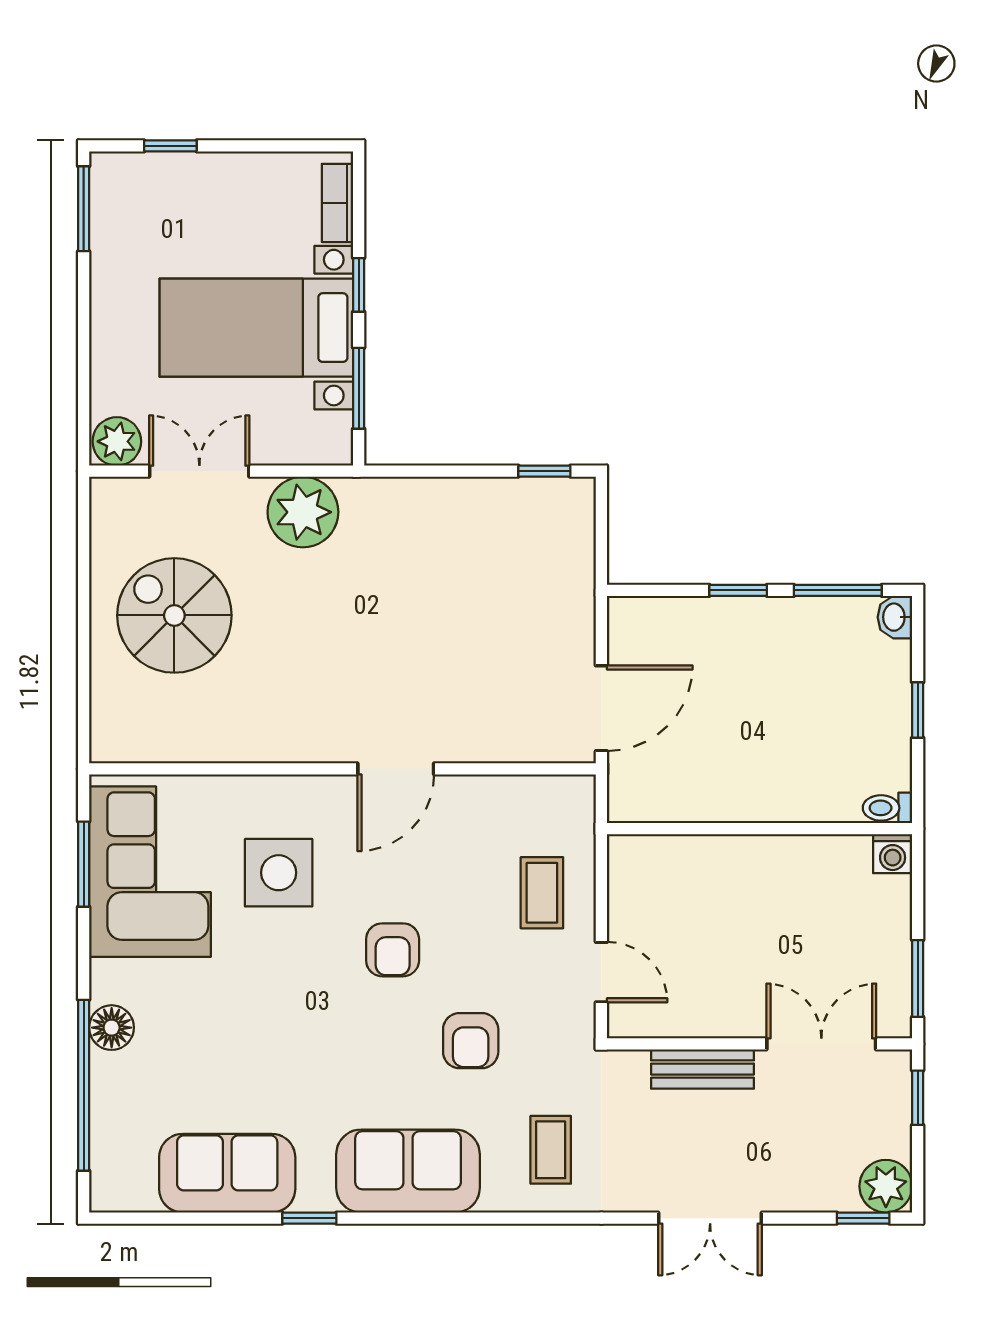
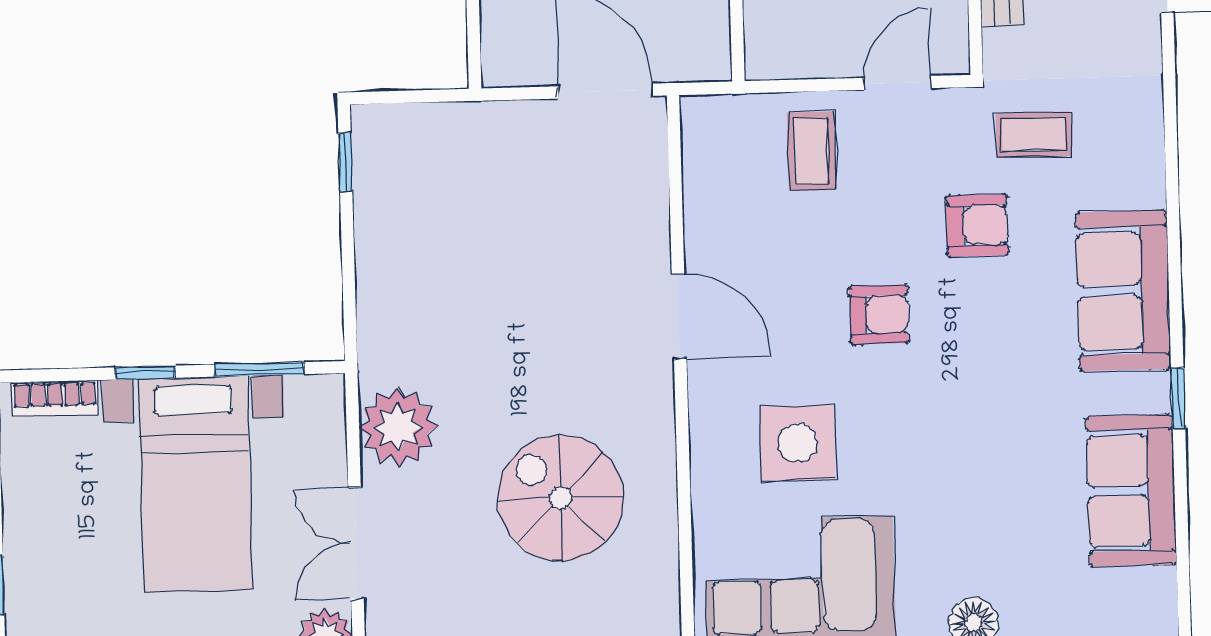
spiral stairs: (174, 615) -> (561, 498), moved, turned 90
coffee table: (542, 893) -> (811, 151), turned 90
coffee table: (551, 1150) -> (1034, 135), moved

